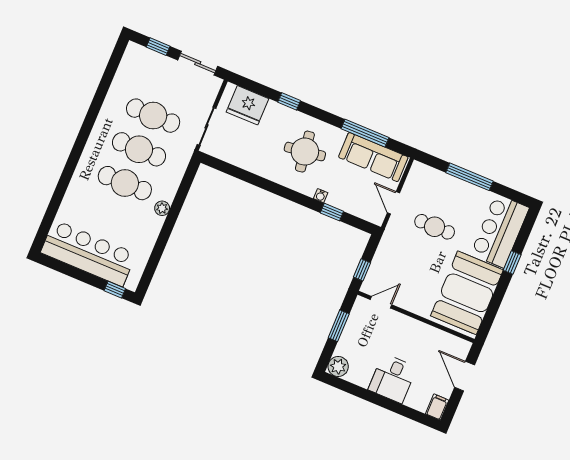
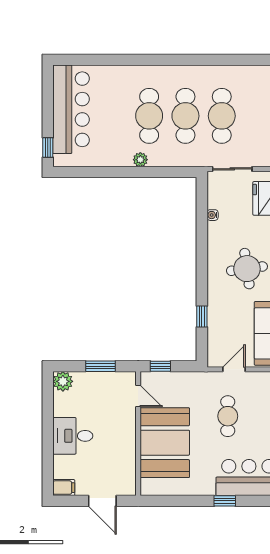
water cooler: (321, 196) -> (213, 215), moved
booth: (467, 293) -> (165, 443), moved, turned 90
door: (465, 376) -> (102, 501), swing flipped

